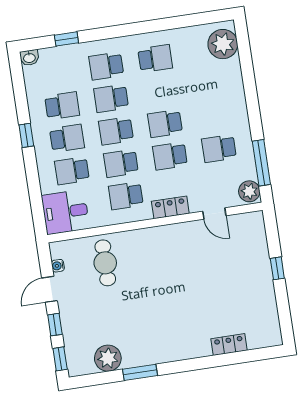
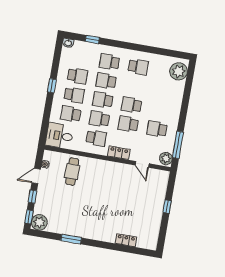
school desk: (126, 196) -> (96, 138), turned 180
plant: (108, 358) -> (39, 222), moved

